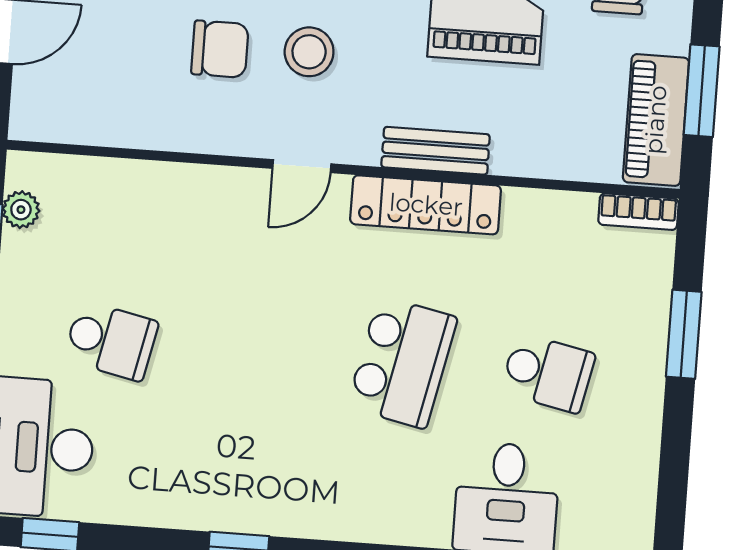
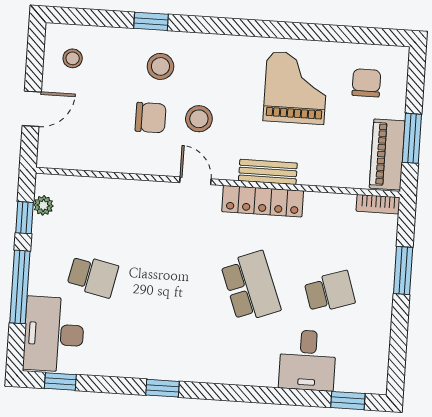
door: (302, 166) -> (195, 181), swing flipped
school desk: (402, 362) -> (251, 287), turned -33
school desk: (548, 373) -> (330, 292), turned -30

